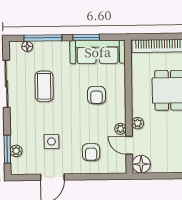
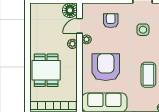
armchair: (96, 95) -> (106, 67), width x1.88, depth x1.88
door: (129, 145) -> (80, 26), swing flipped

